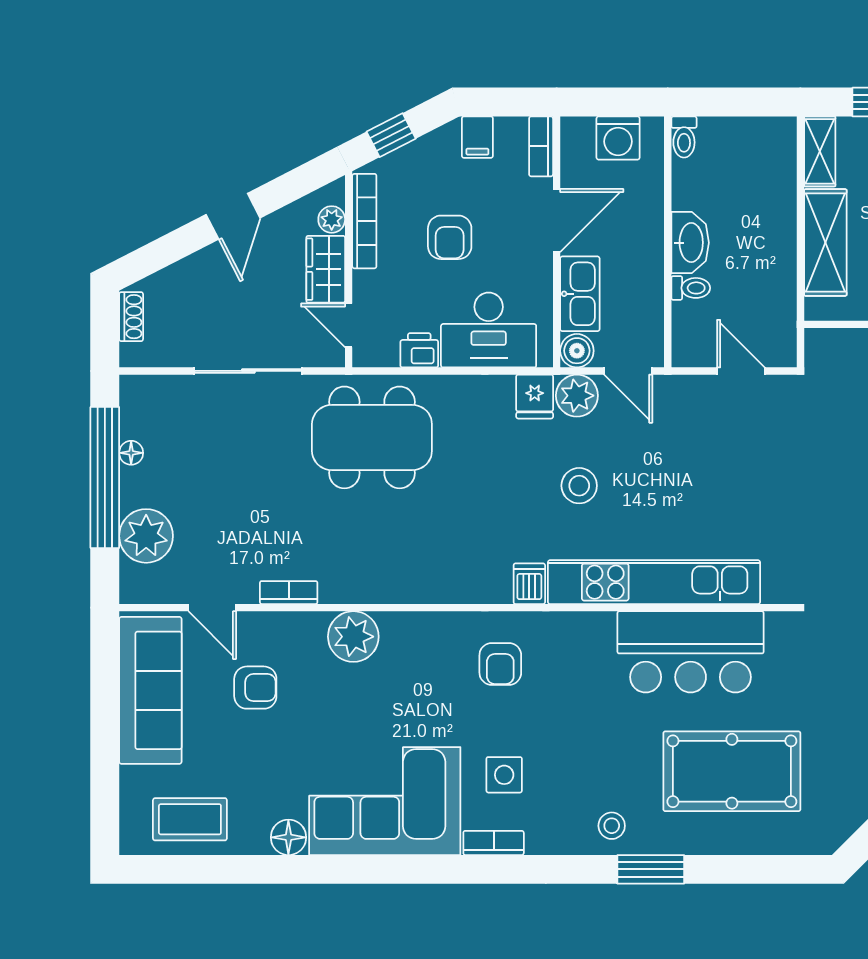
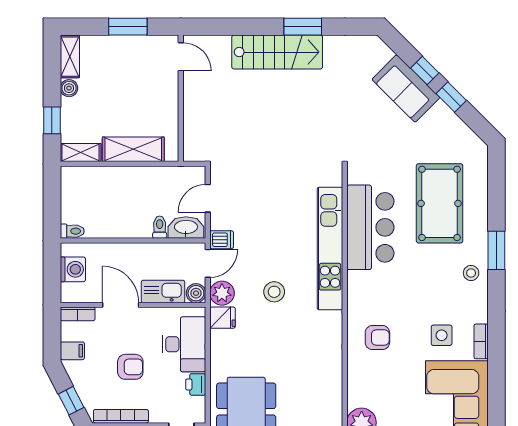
washbasin: (690, 243) -> (186, 228), moved
dishwasher: (529, 584) -> (222, 240), moved, turned 180

